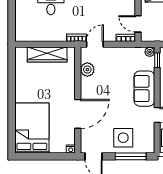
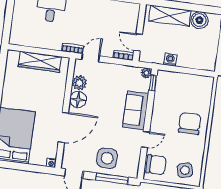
floor lamp: (88, 86) -> (78, 100), added

